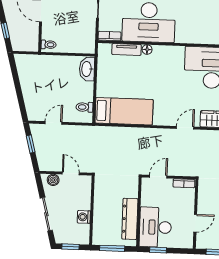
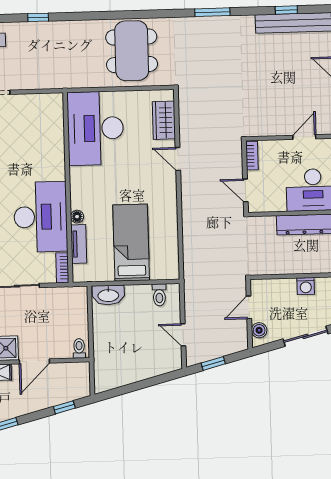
bed: (124, 111) -> (131, 243), moved
door: (195, 223) -> (304, 137), hinge flipped

